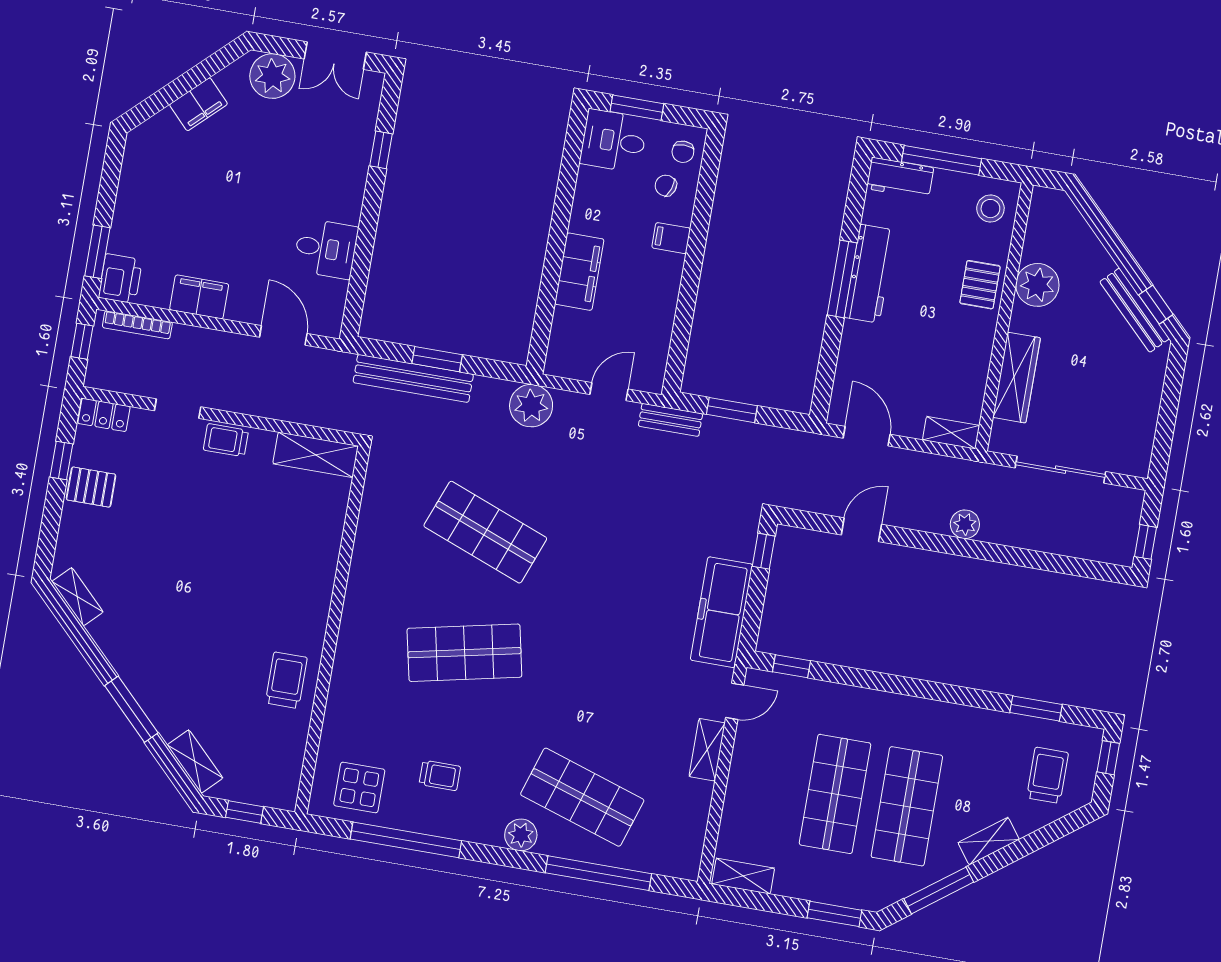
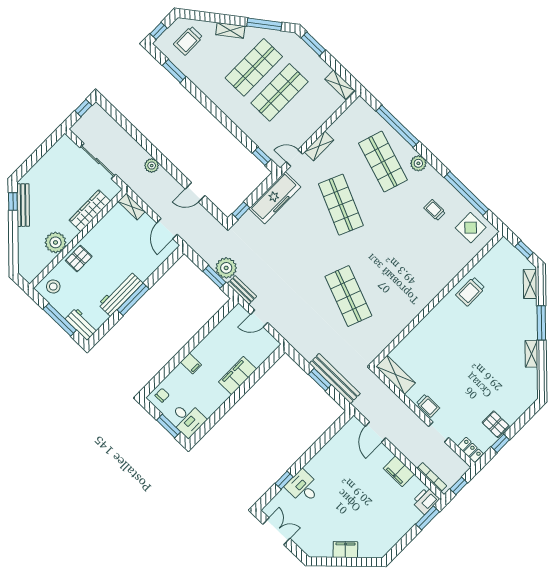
plant: (272, 76) -> (308, 540), removed
chair: (666, 186) -> (179, 386), removed
desk: (326, 249) -> (303, 487), moved
plant: (531, 406) -> (226, 268), moved
shelving: (77, 597) -> (531, 354), moved
shop shelf: (464, 653) -> (341, 205), moved, turned 36

